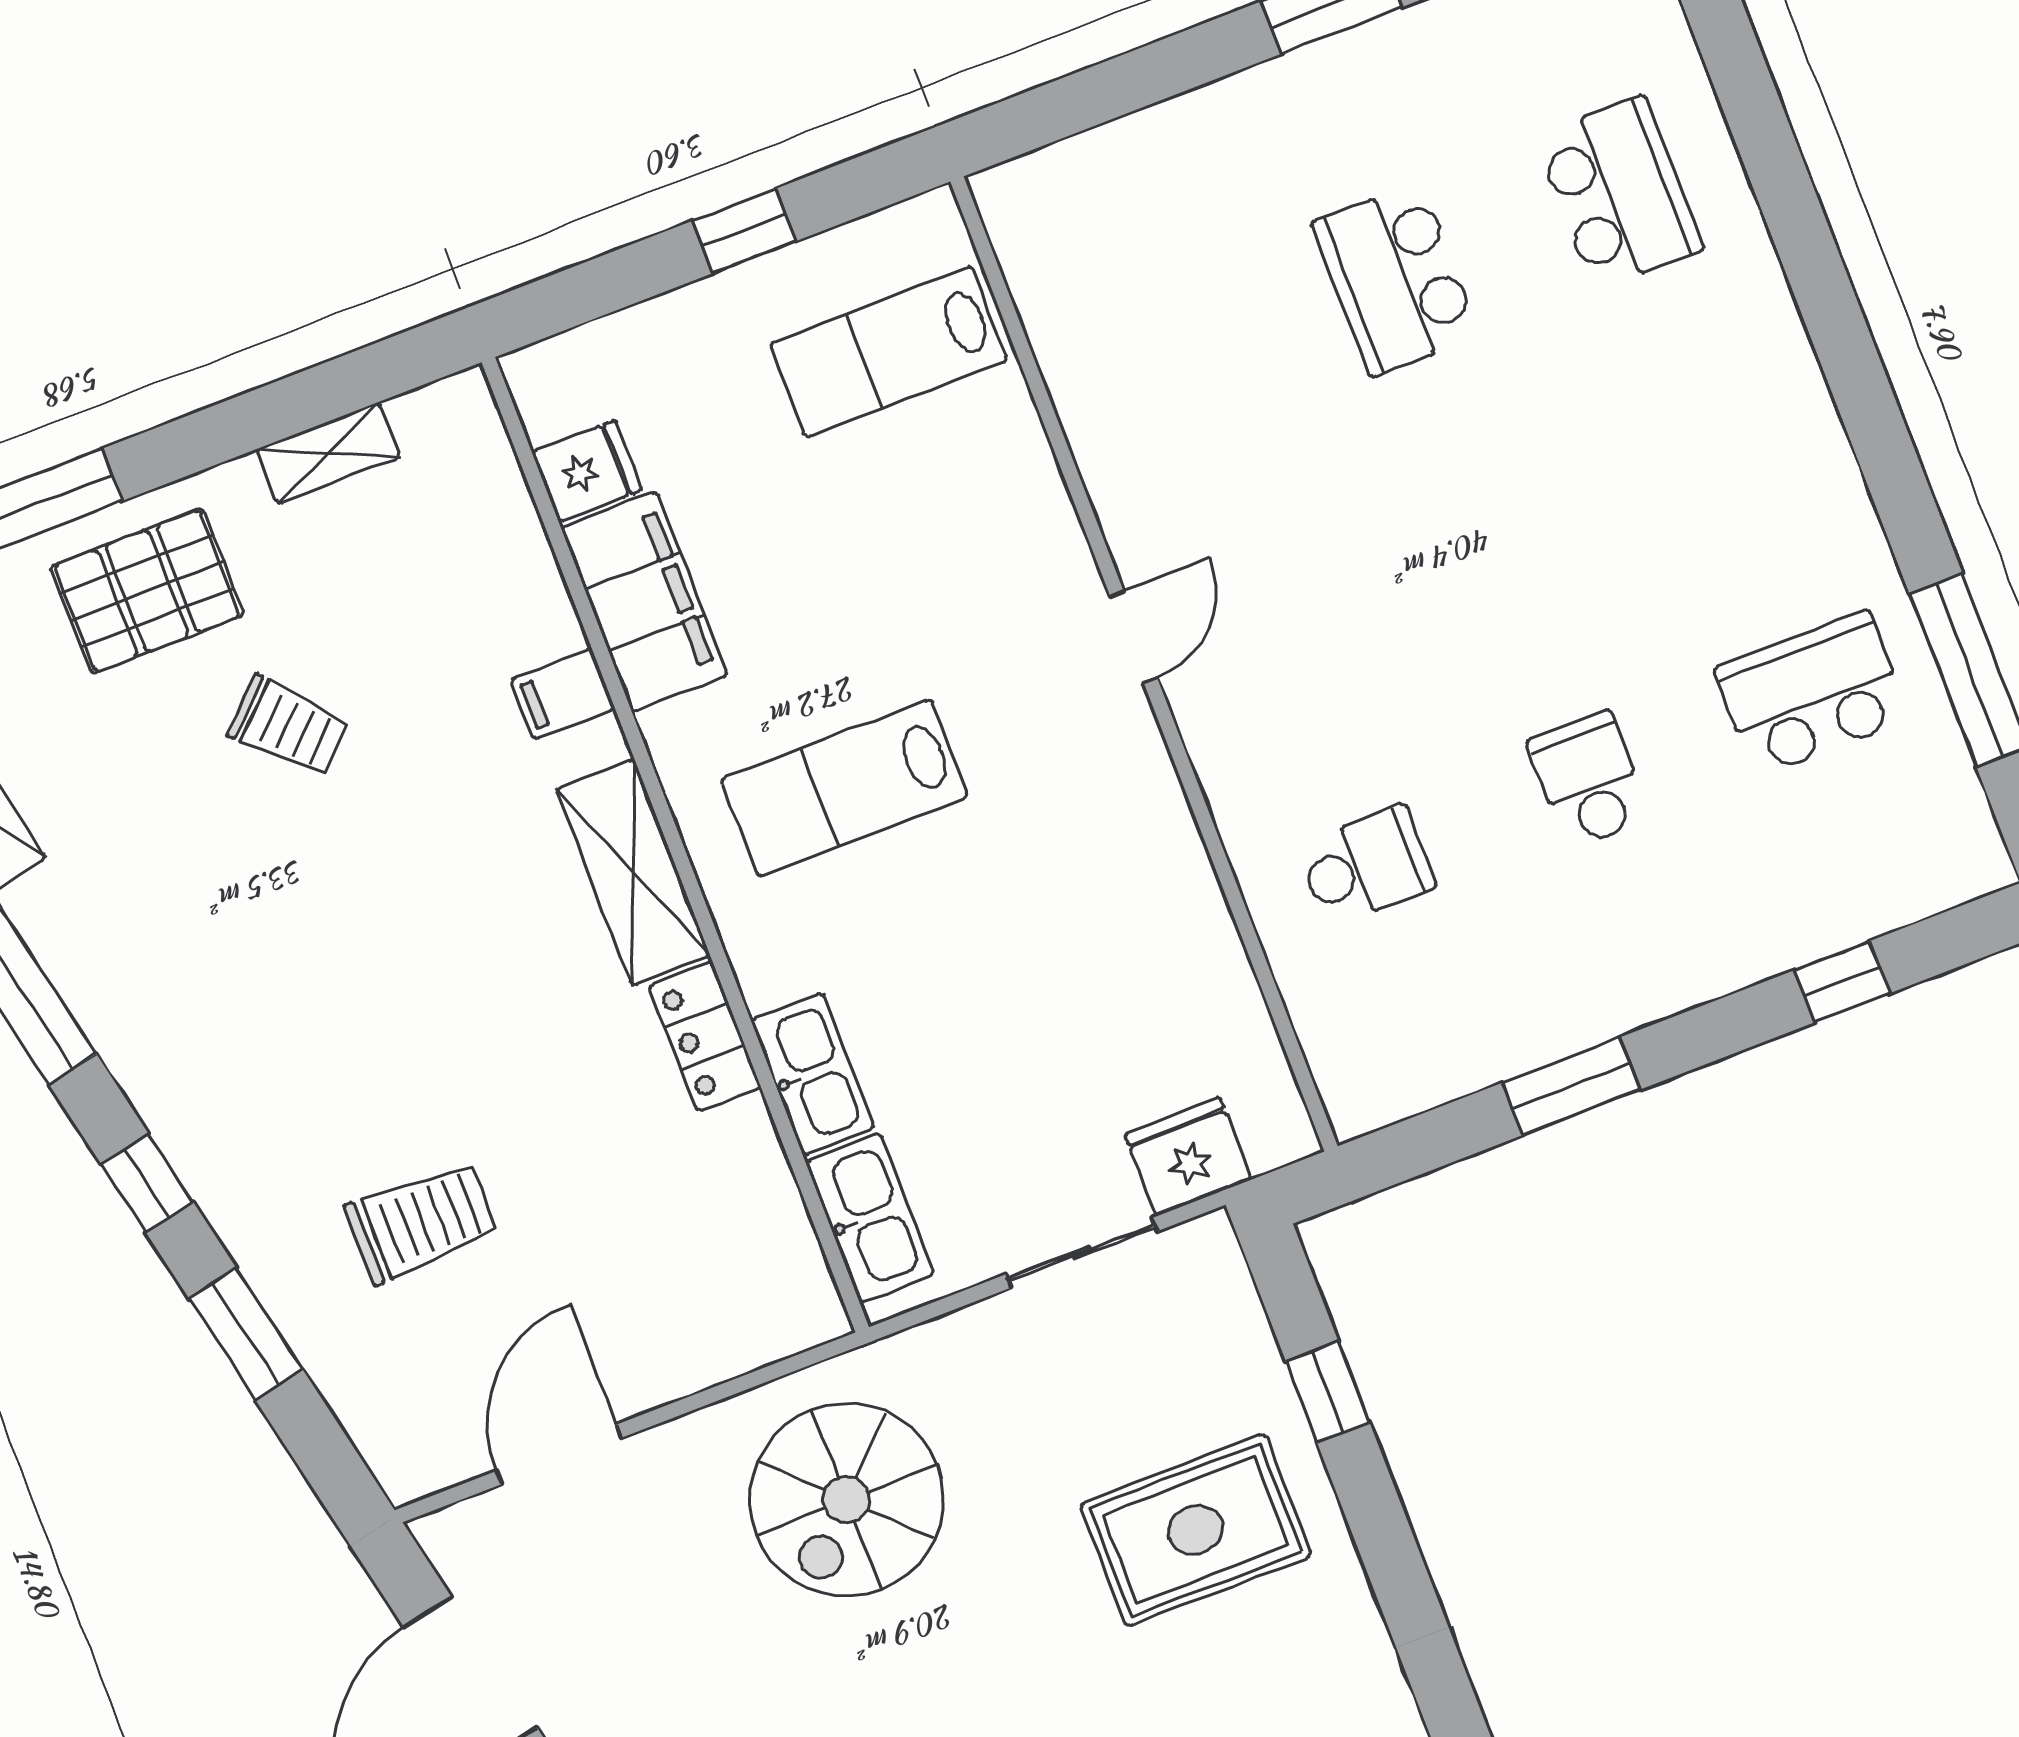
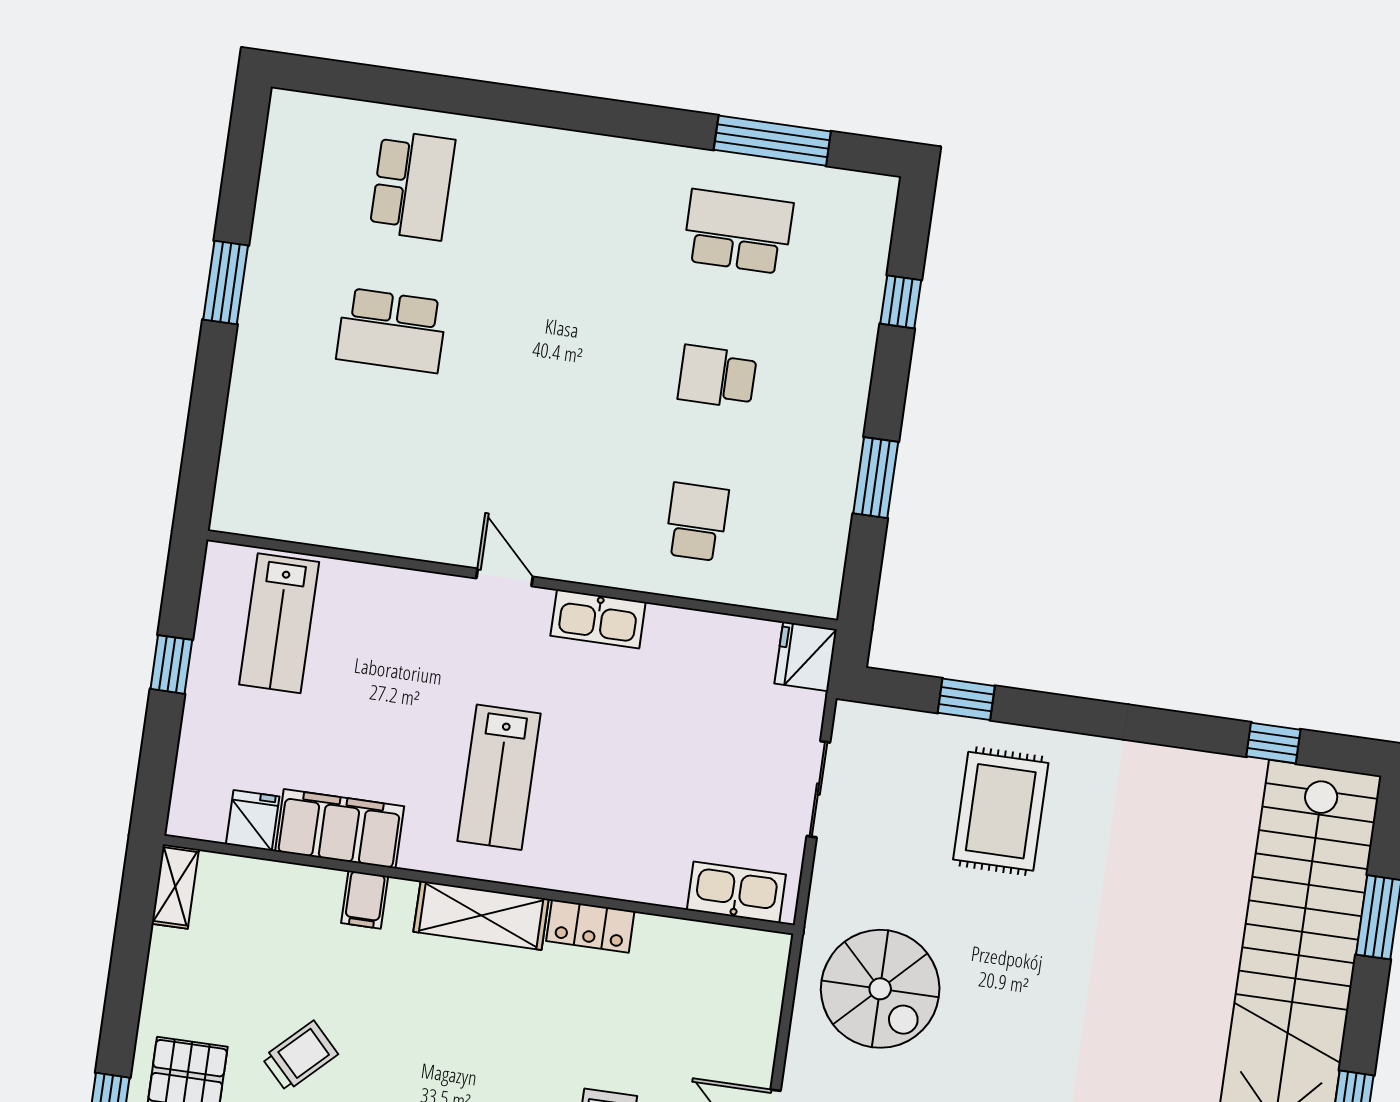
school desk: (1619, 193) -> (412, 185), turned 90
shelving: (328, 453) -> (175, 886), moved
school desk: (1812, 694) -> (738, 232), turned 90
kitchen sink: (812, 1074) -> (598, 619), moved, turned 180
fridge: (1188, 1157) -> (806, 656), moved

